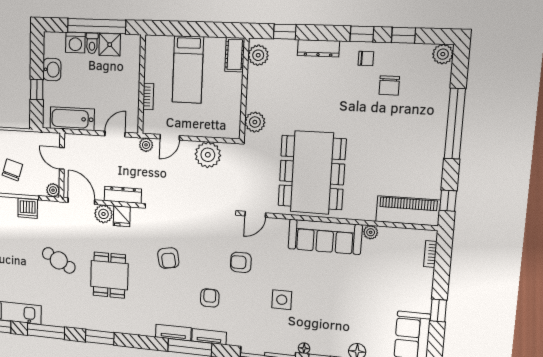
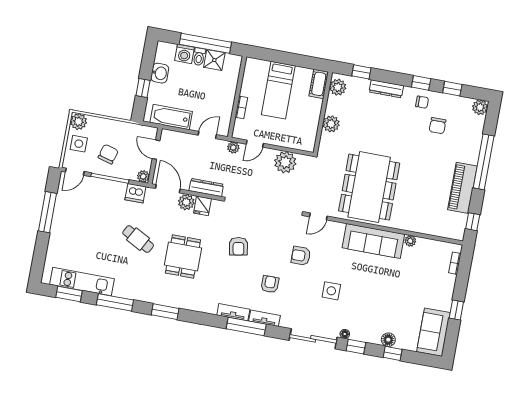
plant: (255, 122) -> (331, 124), moved
dishwasher: (28, 208) -> (135, 193), moved
piano: (408, 211) -> (462, 188), moved, turned -90

